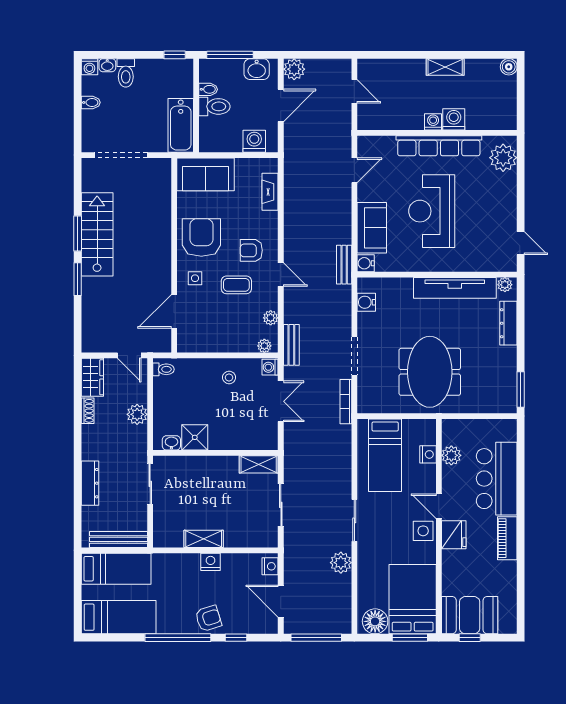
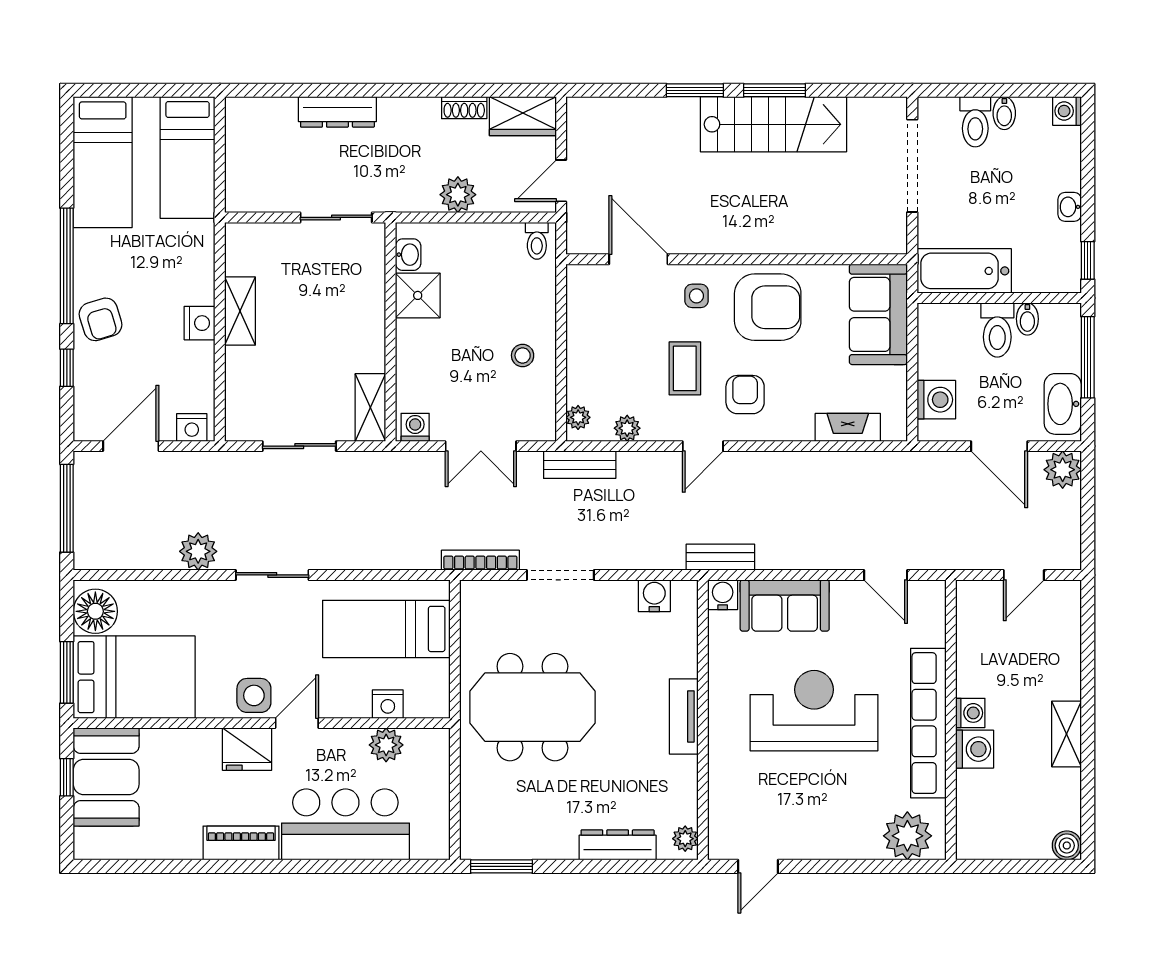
washbasin: (107, 65) -> (1070, 207), moved
washbasin: (257, 69) -> (1063, 404), width x1.38
toilet: (126, 73) -> (975, 122), moved, turned -90
tv unit: (455, 288) -> (684, 716), width x0.52, depth x0.78
washing machine: (270, 367) -> (415, 427), moved
bench: (119, 539) -> (239, 162), removed

